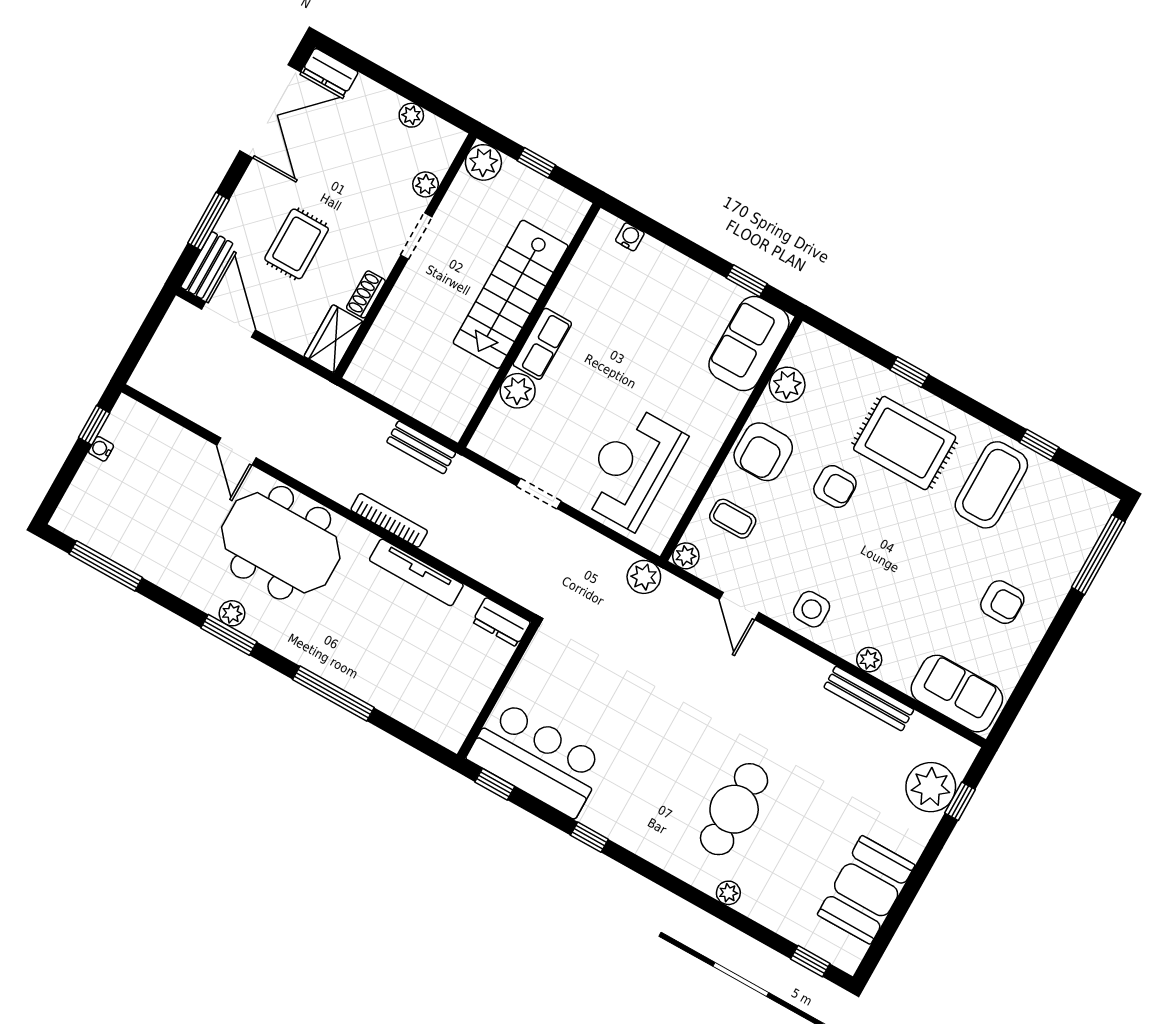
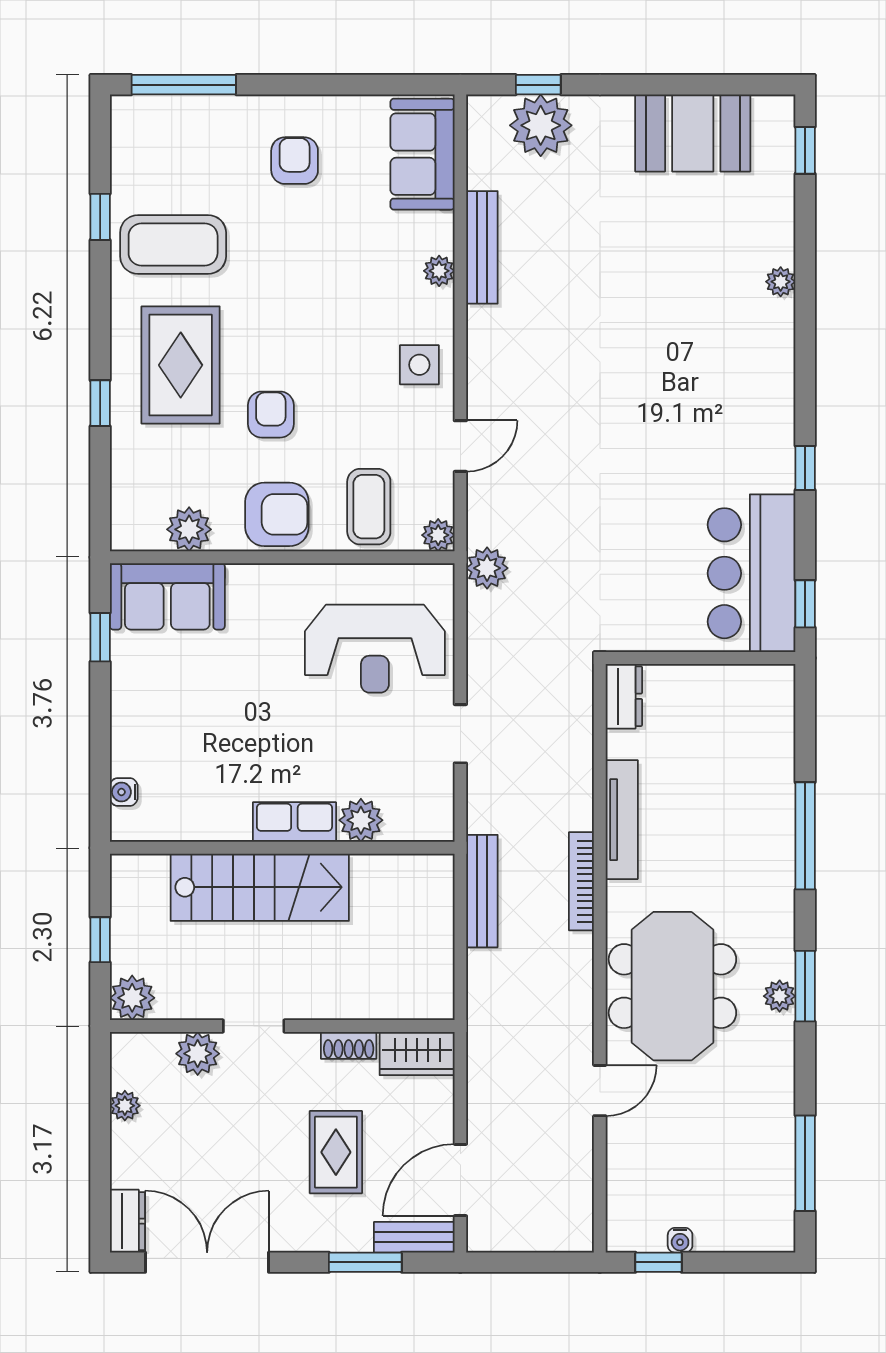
plant: (426, 184) -> (198, 1054), width x1.38, depth x1.38
rug: (297, 244) -> (336, 1152), turned 90
bench: (421, 447) -> (482, 891), width x1.36
coffee table: (733, 519) -> (369, 507), width x1.36, depth x1.30
cafe table: (734, 809) -> (686, 327), removed

